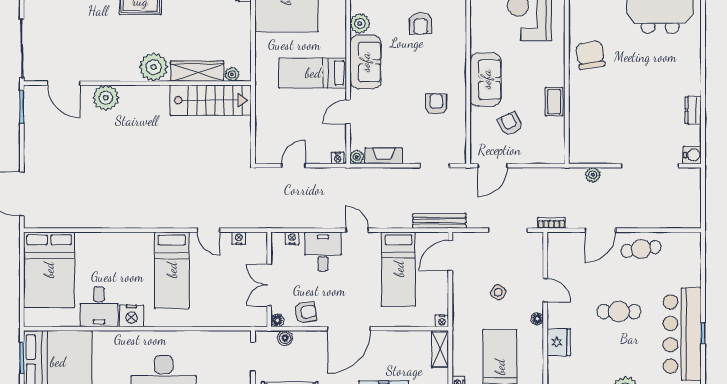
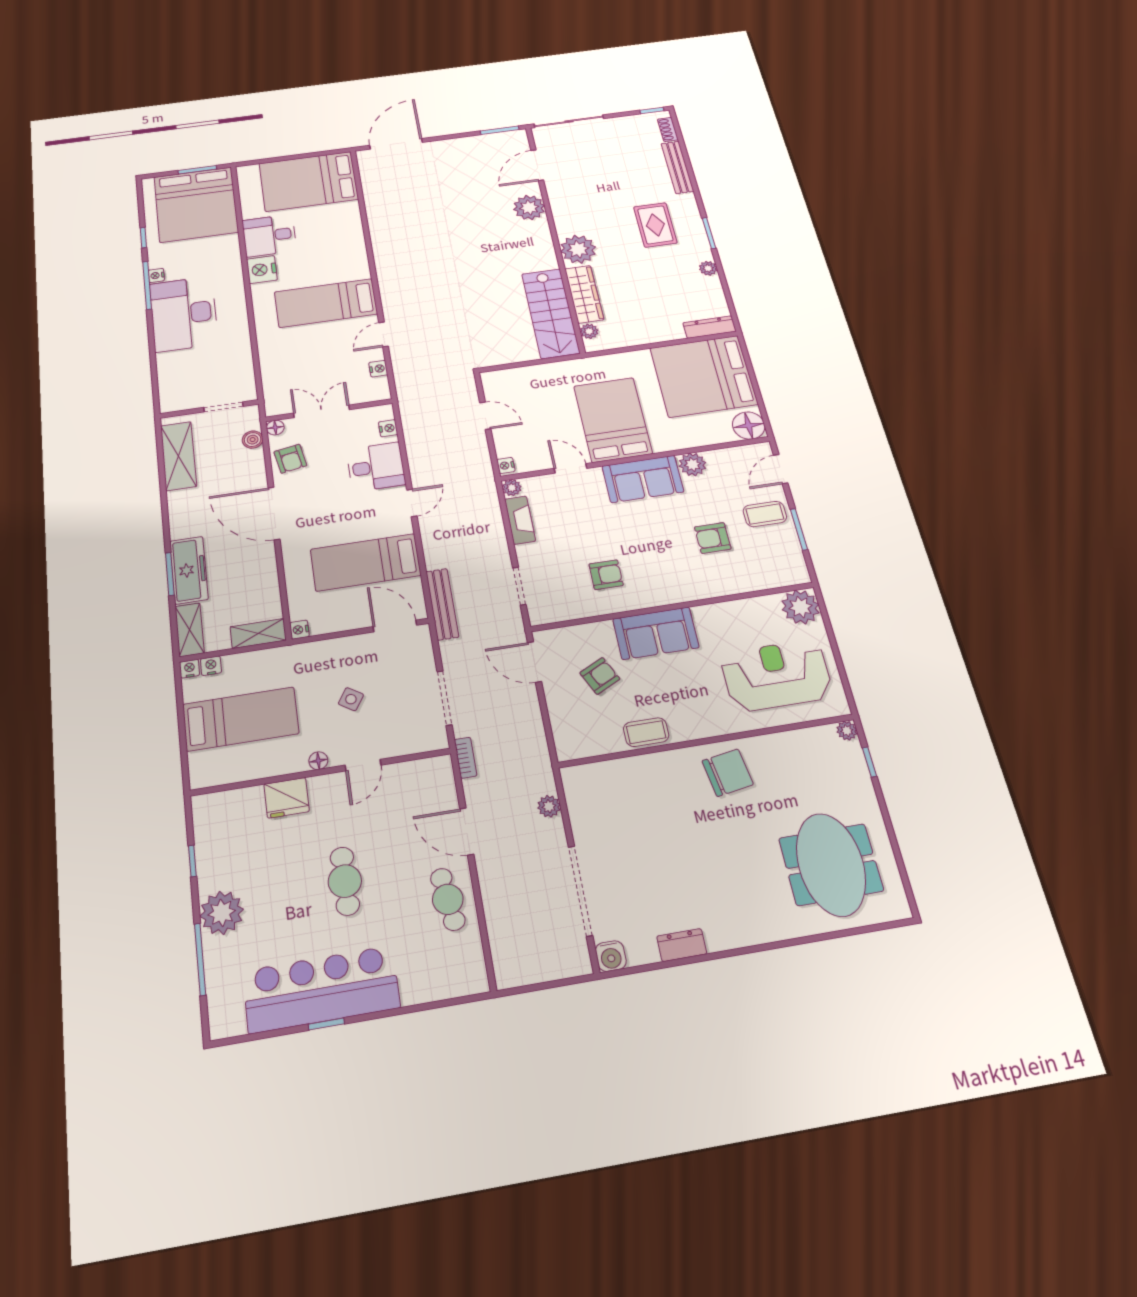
bed: (313, 73) -> (613, 420), width x1.50

